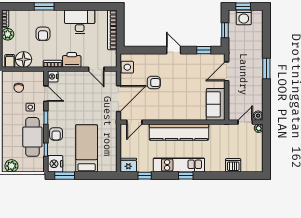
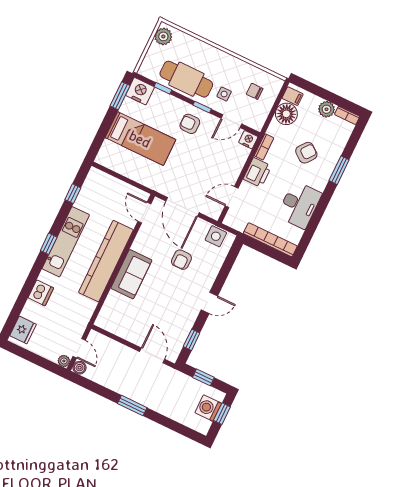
armchair: (43, 34) -> (306, 153), turned 128
sofa: (216, 104) -> (131, 274), moved, turned 90
armchair: (56, 134) -> (190, 124), moved
fridge: (128, 165) -> (23, 330), moved
dishwasher: (233, 165) -> (41, 293), moved

